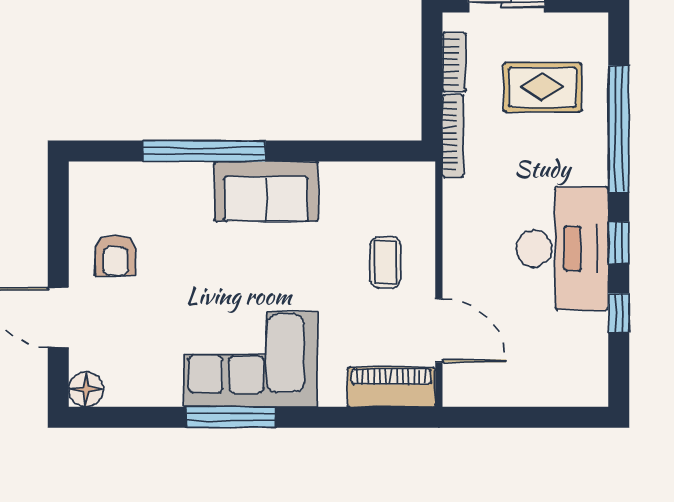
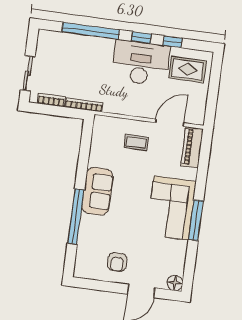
rug: (542, 87) -> (187, 69), moved, turned 90
armchair: (116, 256) -> (117, 262), turned 90

